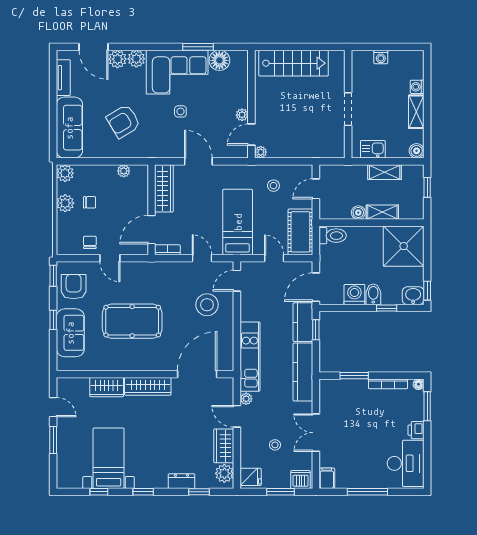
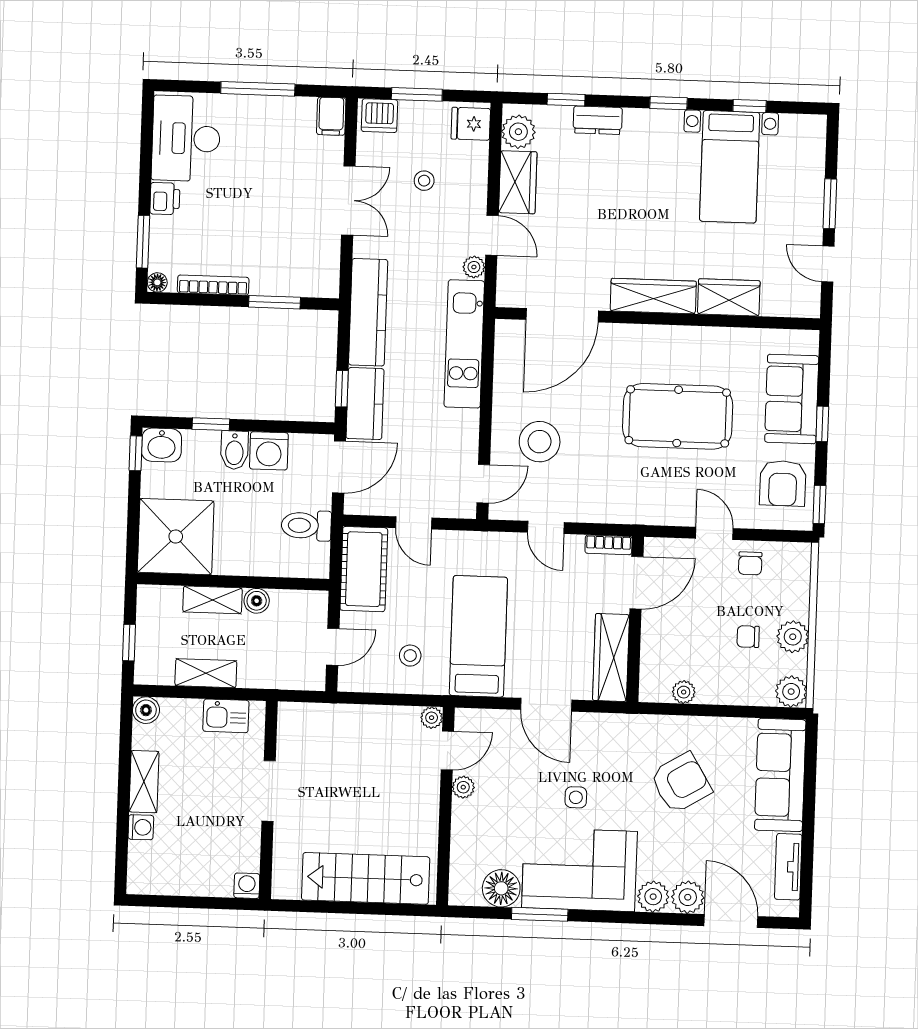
washing machine: (381, 57) -> (247, 886), moved
bed: (238, 222) -> (478, 636), moved, turned 180
toilet: (333, 236) -> (306, 526), moved

